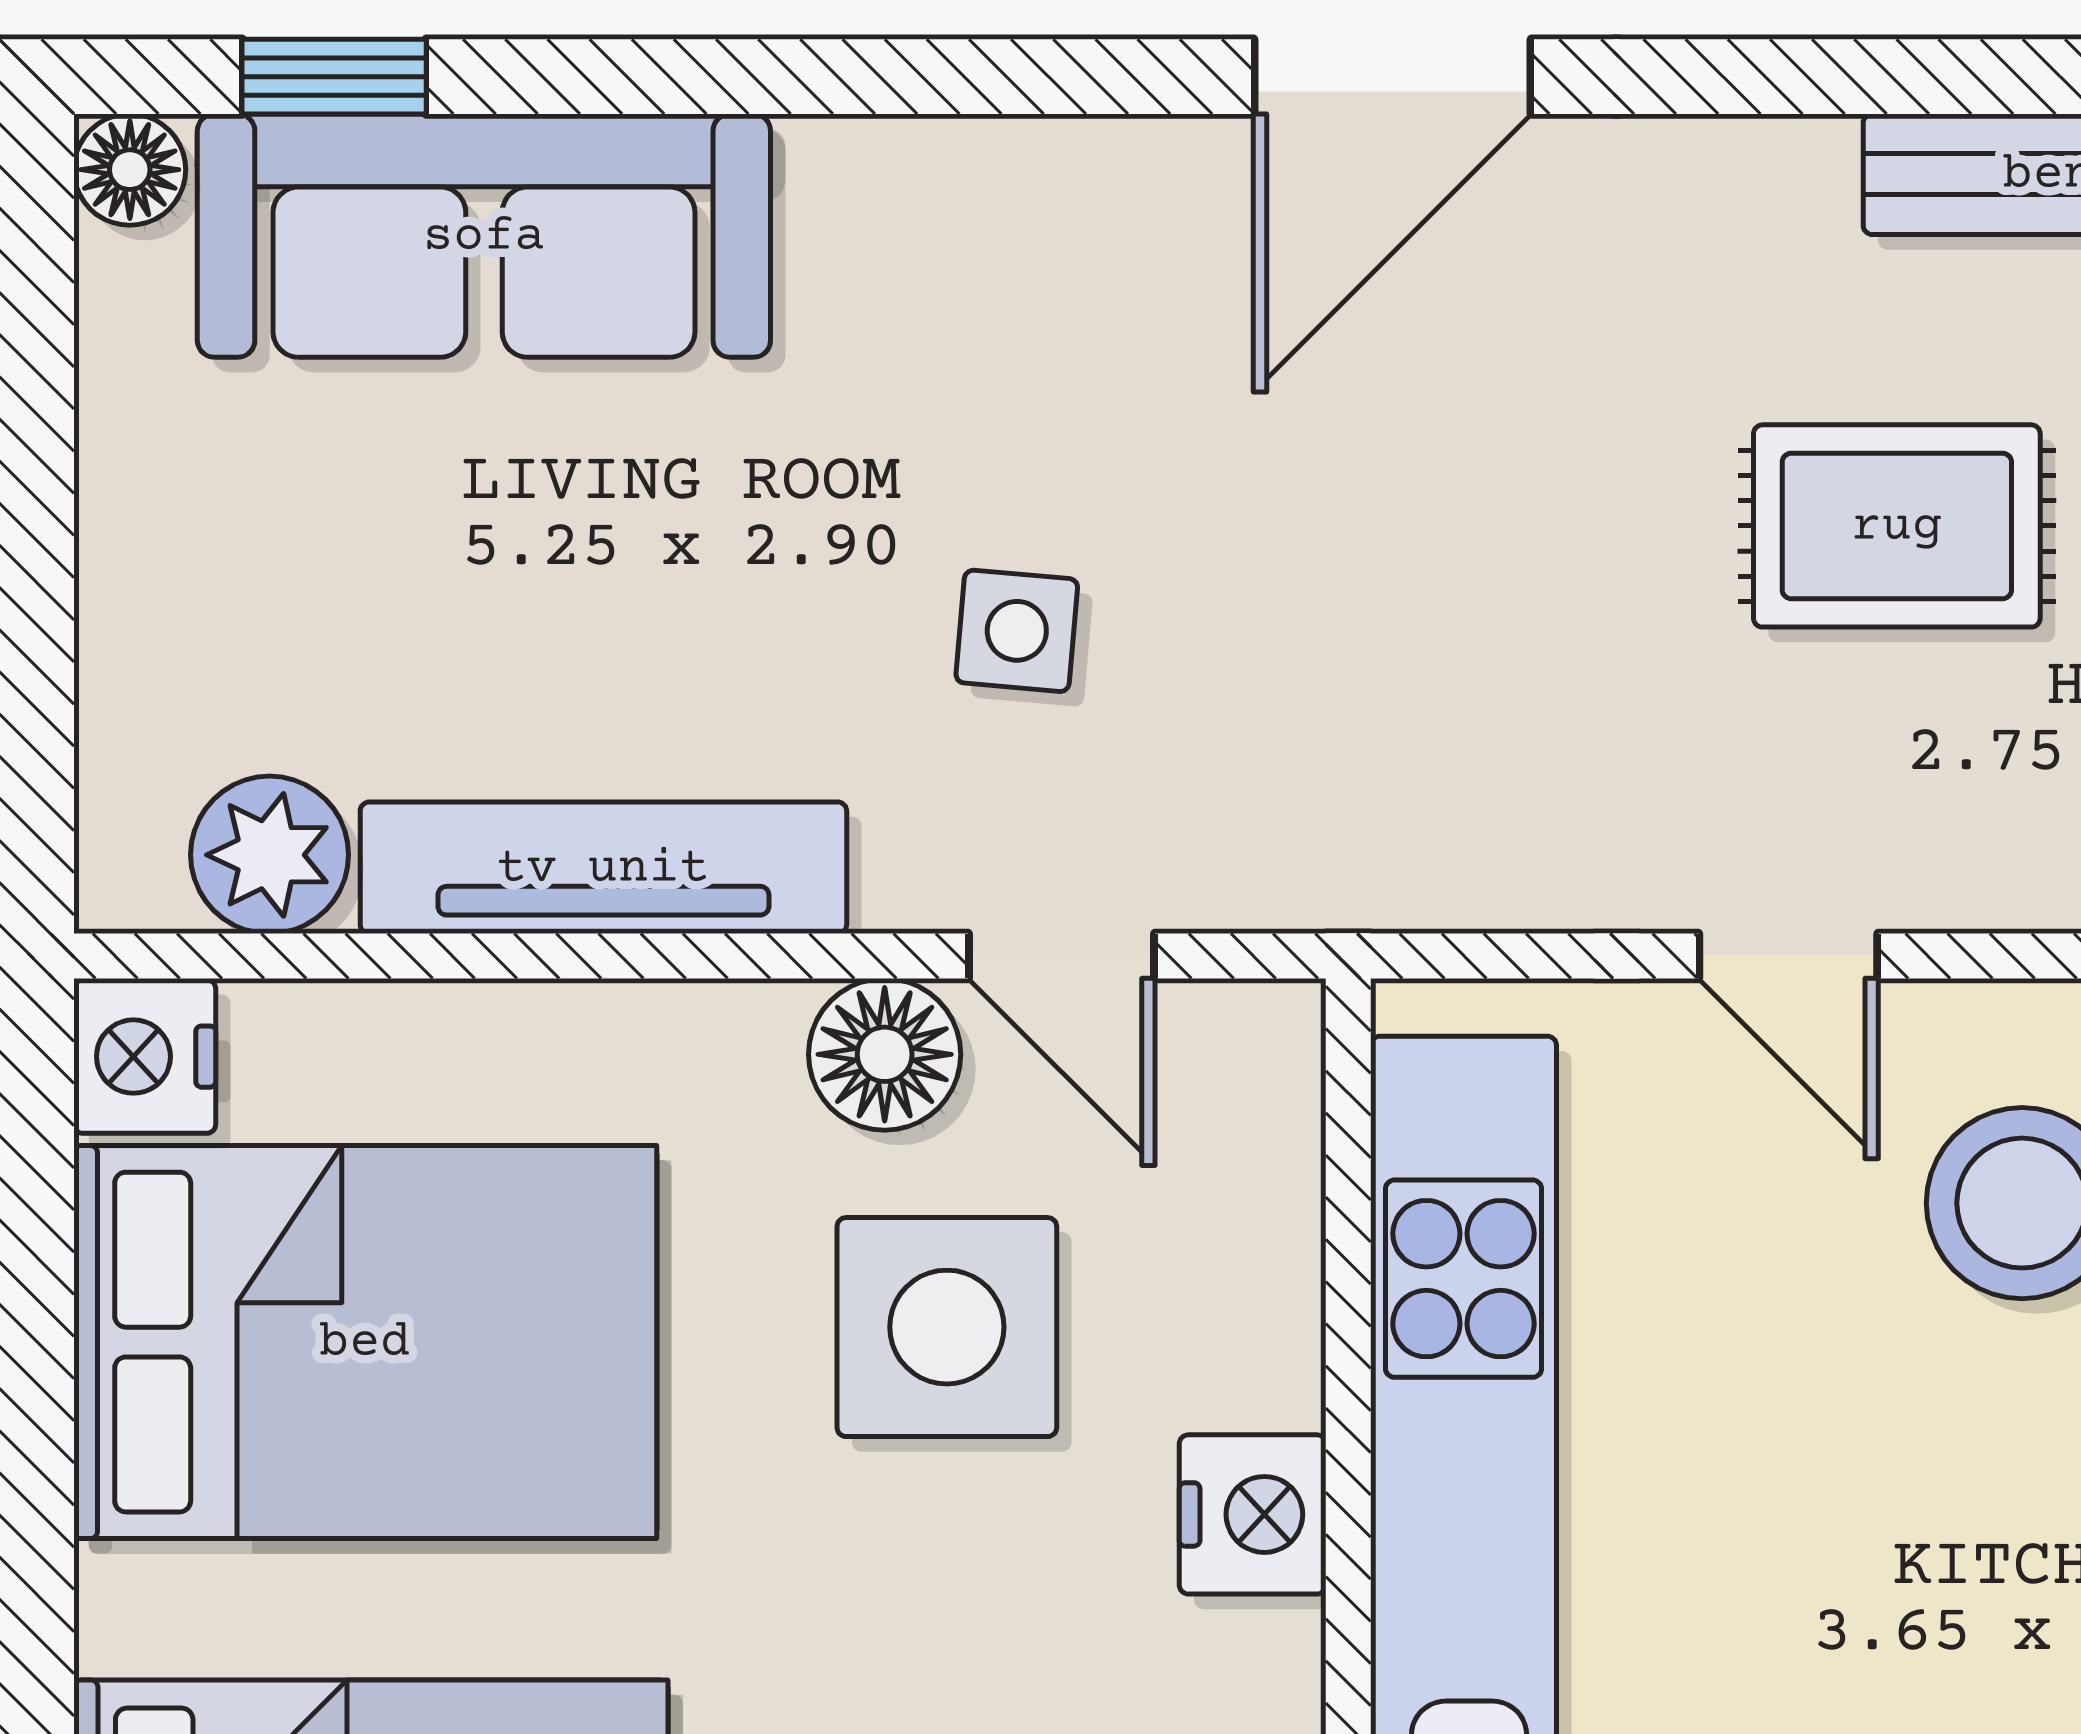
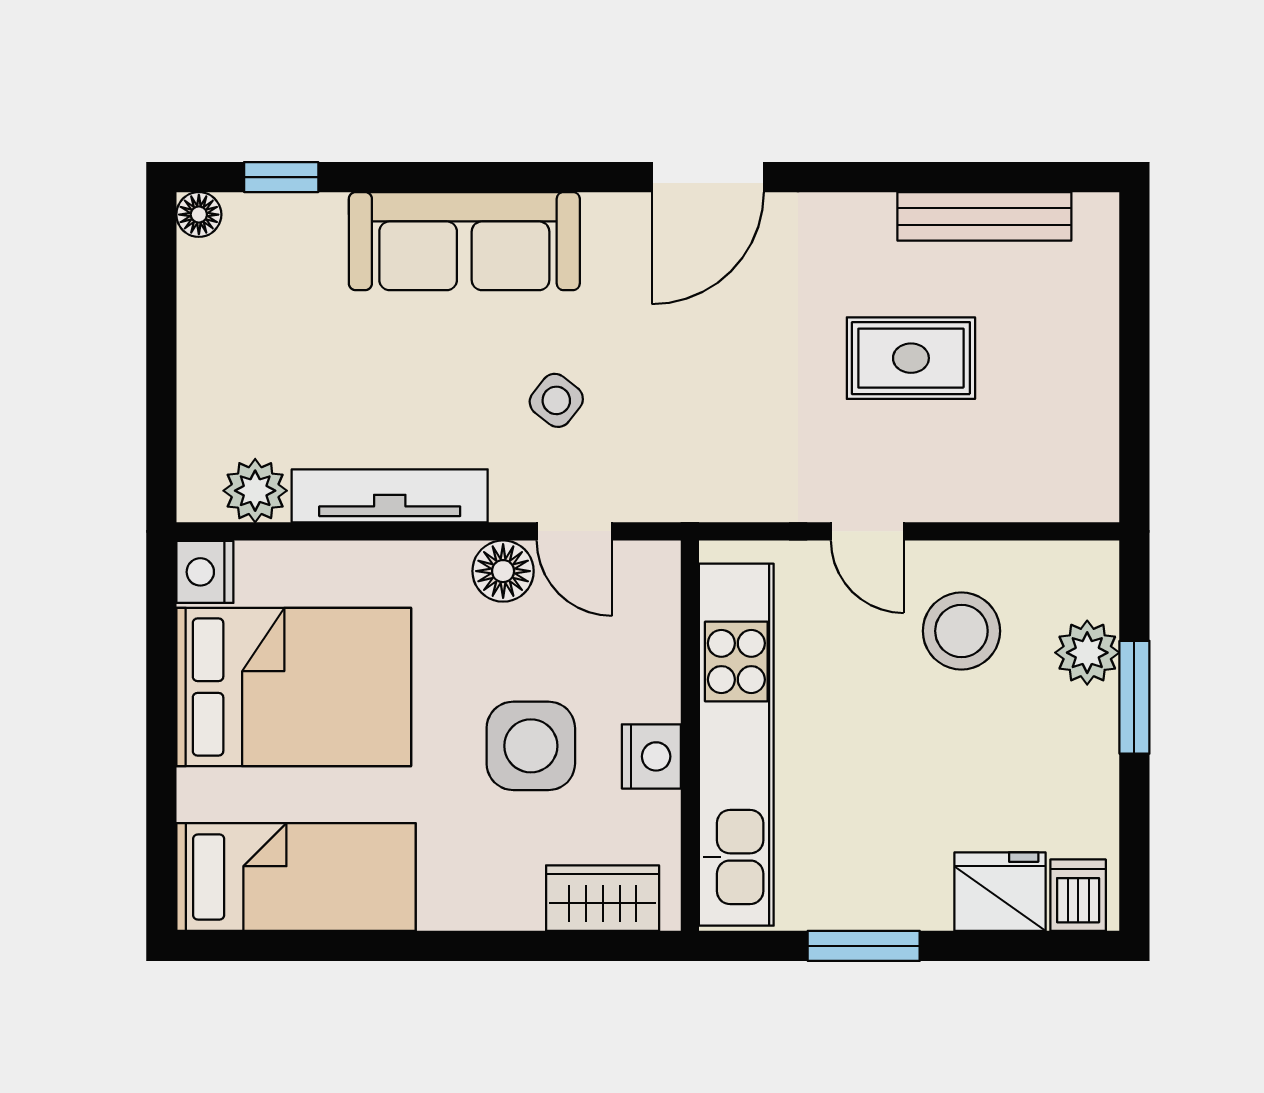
sofa: (484, 236) -> (464, 241), moved
side table: (1017, 631) -> (556, 400), turned 33
side table: (947, 1327) -> (531, 746), moved

